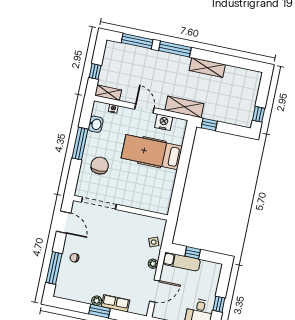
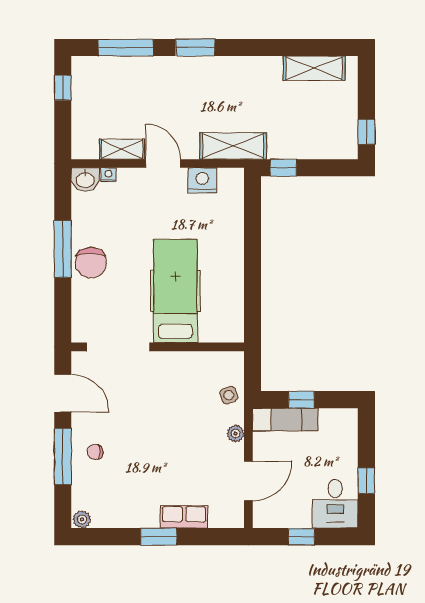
window: (175, 49) -> (195, 48), width x0.69
shelving: (207, 68) -> (314, 68), moved
window: (95, 71) -> (63, 88), moved
shelving: (108, 93) -> (122, 149), moved
washbasin: (96, 124) -> (85, 180), moved, turned 90
hospital bed: (152, 152) -> (175, 291), moved, turned 90
chair: (100, 166) -> (91, 263), moved, turned 180
window: (54, 268) -> (63, 456), moved
plant: (97, 301) -> (82, 519), moved

